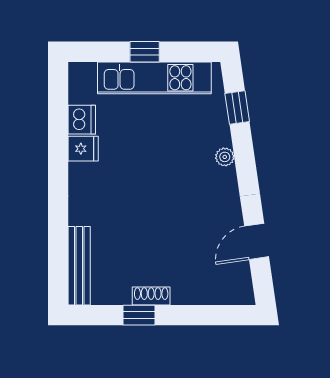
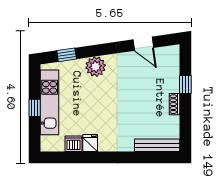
plant: (225, 157) -> (96, 67), width x1.87, depth x1.87
window: (139, 315) -> (185, 85), moved

